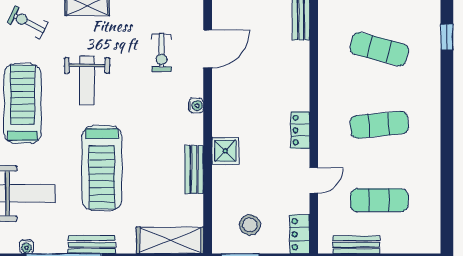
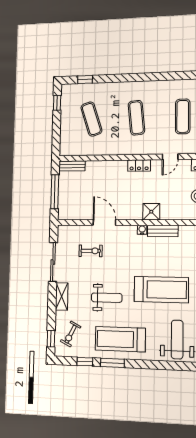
door: (208, 49) -> (104, 222), moved
exercise mat: (379, 49) -> (91, 119), turned -33
water cooler: (196, 106) -> (142, 230), moved
door: (314, 180) -> (170, 157), swing flipped

